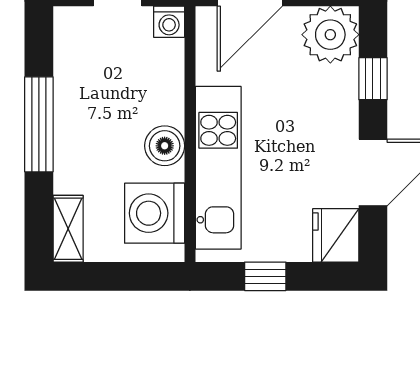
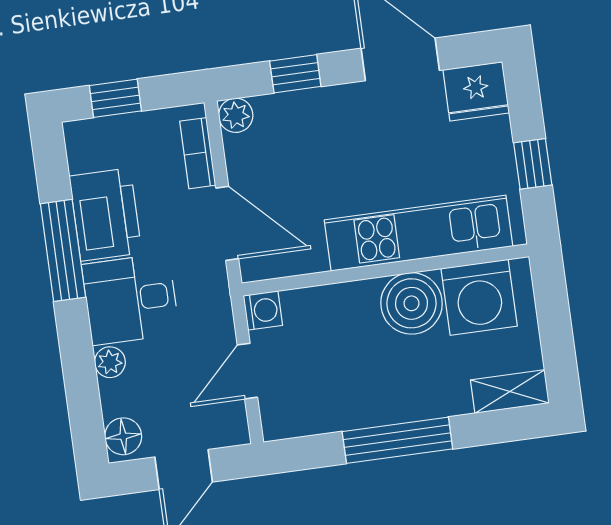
plant: (330, 35) -> (236, 115), width x0.53, depth x0.53
boiler: (165, 146) -> (411, 303), width x1.37, depth x1.37

